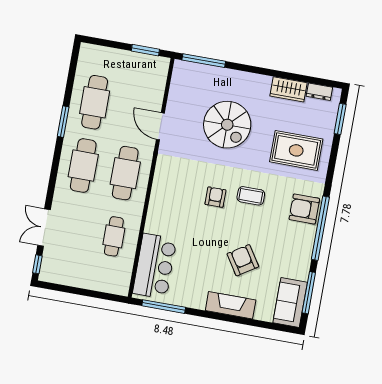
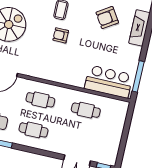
cafe table: (83, 166) -> (34, 130), width x0.73, depth x0.74
cafe table: (125, 173) -> (40, 100), width x0.73, depth x0.74

